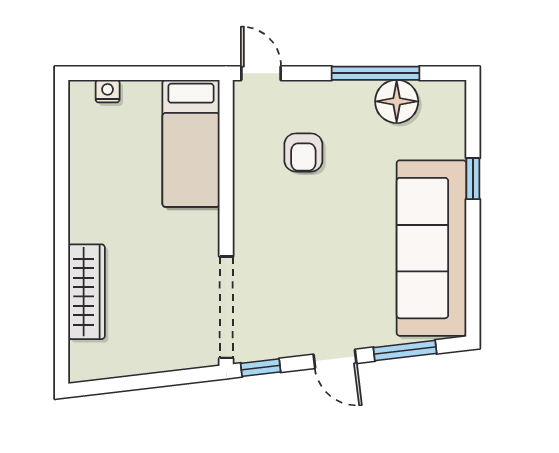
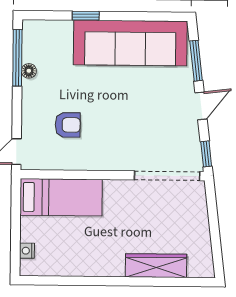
window: (375, 73) -> (17, 58), moved
floor lamp: (397, 101) -> (29, 71), width x0.53, depth x0.53

